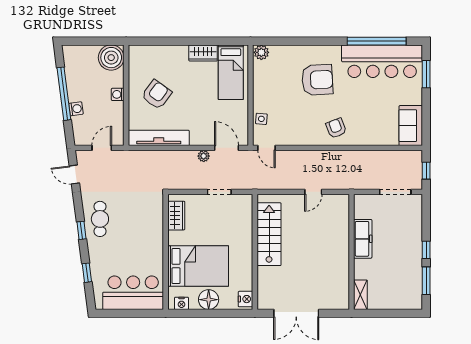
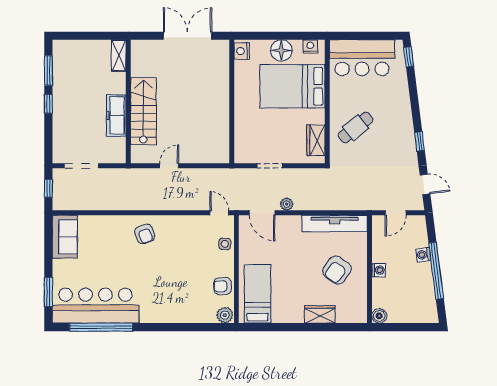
wardrobe: (203, 53) -> (320, 314), moved
boiler: (111, 58) -> (379, 316), width x0.54, depth x0.54
armchair: (317, 80) -> (223, 286), moved, width x0.53, depth x0.53
cafe table: (100, 219) -> (356, 128), moved, turned 51
window: (81, 230) -> (420, 141), moved
stairs: (269, 234) -> (143, 111), moved, turned 180
window: (87, 273) -> (409, 57), moved

